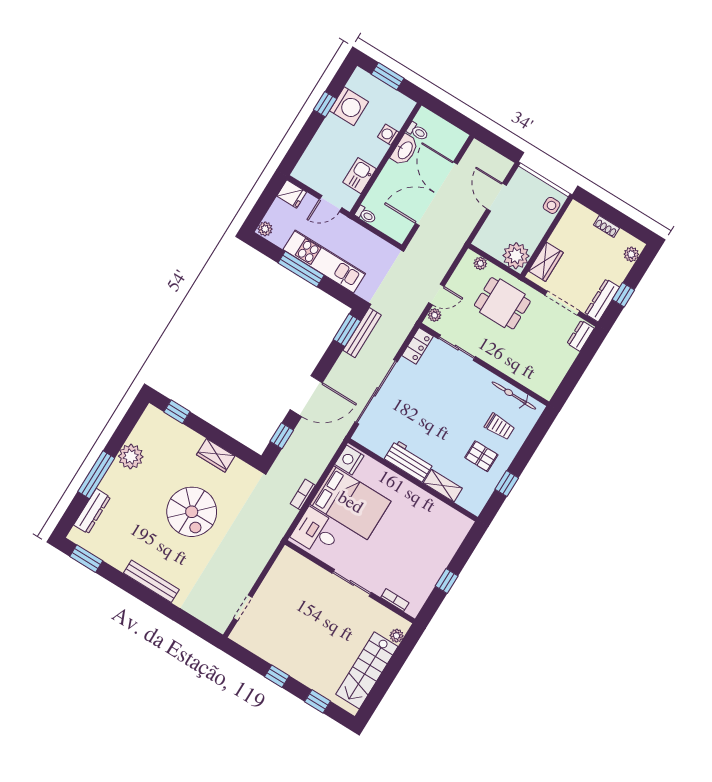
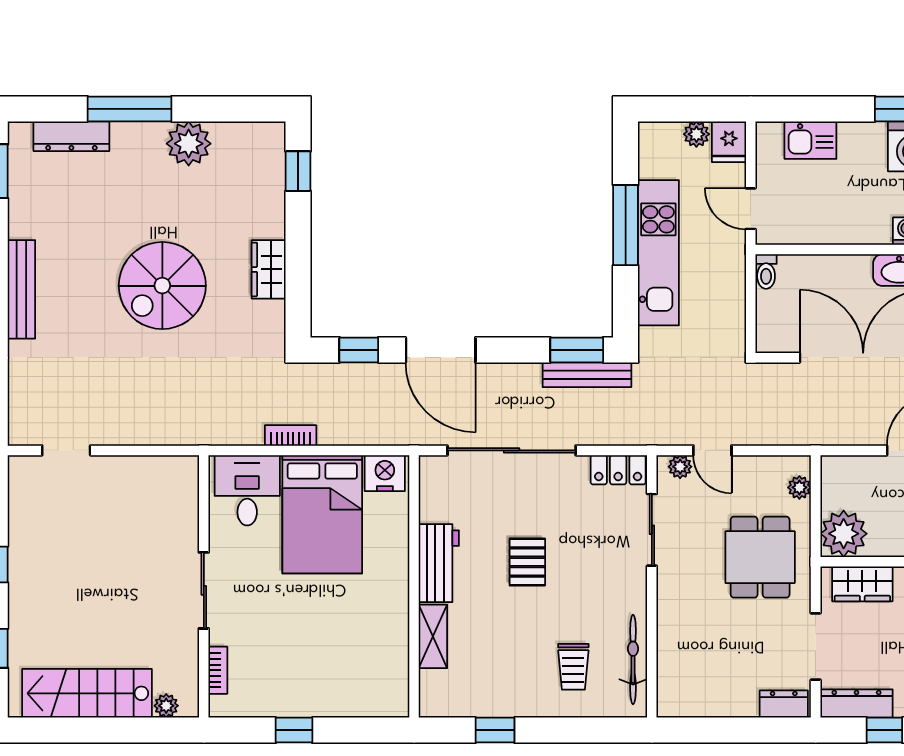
kitchen sink: (360, 176) -> (810, 140), moved, turned 180
plant: (265, 229) -> (696, 134), moved
pallet: (481, 456) -> (527, 562), moved

